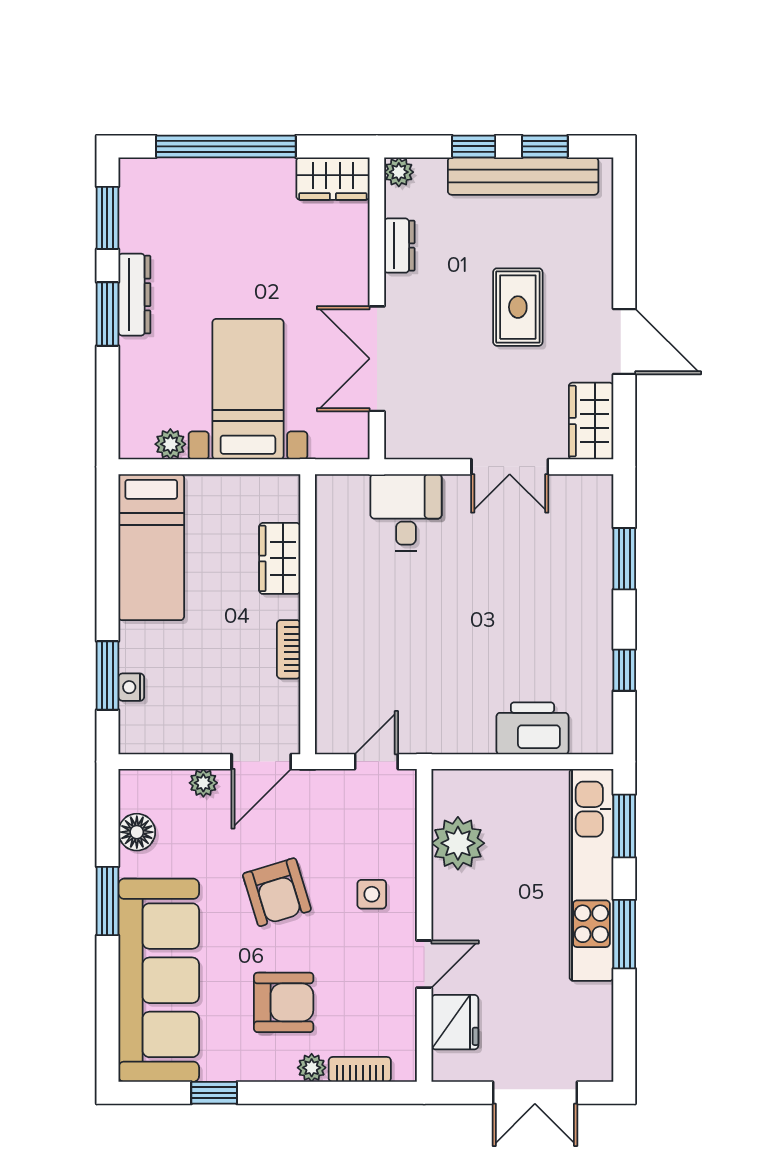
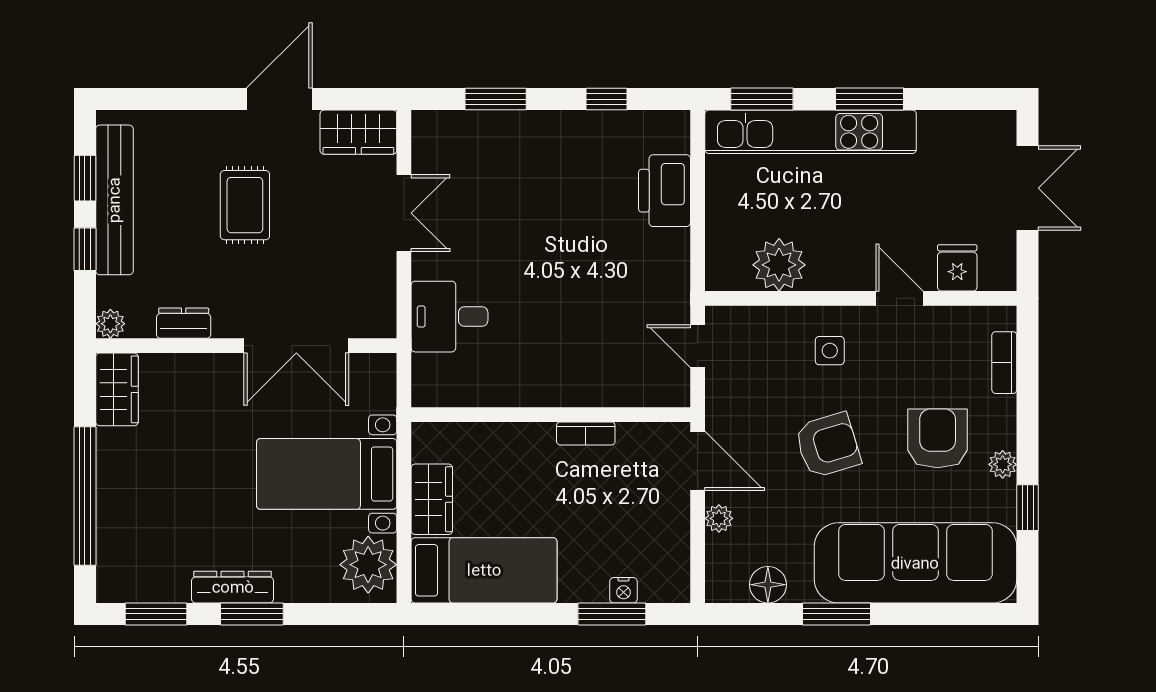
rug: (518, 307) -> (245, 205), turned 90
plant: (170, 444) -> (368, 565), width x1.87, depth x1.87
wardrobe: (280, 558) -> (432, 499), moved, turned -90
fridge: (455, 1022) -> (957, 268), width x0.72
plant: (312, 1068) -> (1003, 464), moved

